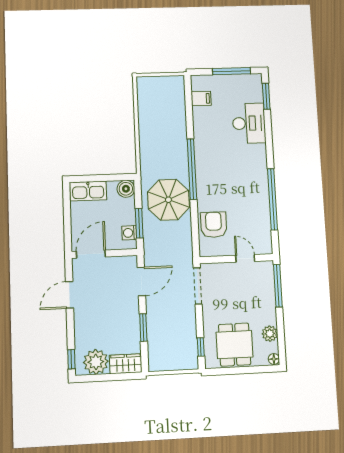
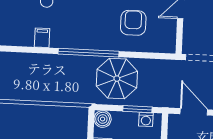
filing cabinet: (201, 99) -> (42, 38), moved
armchair: (214, 225) -> (133, 23), moved, turned 90

